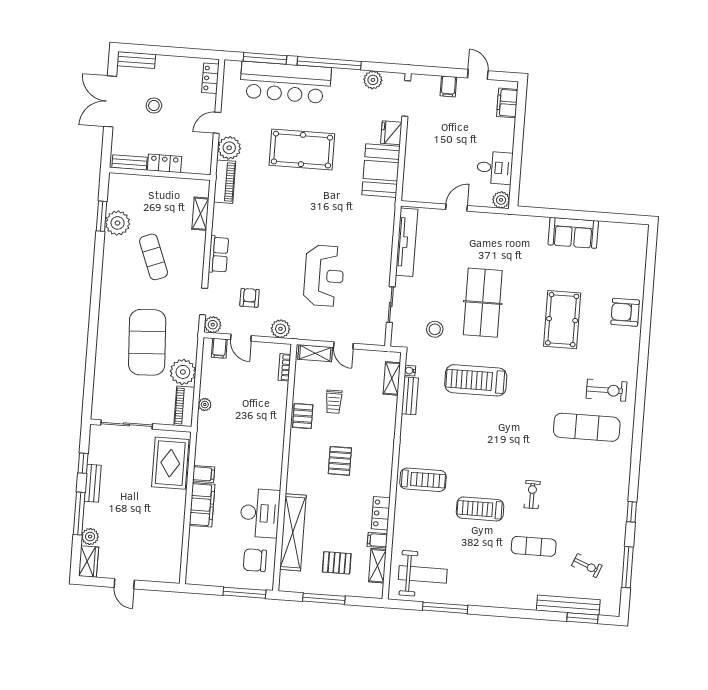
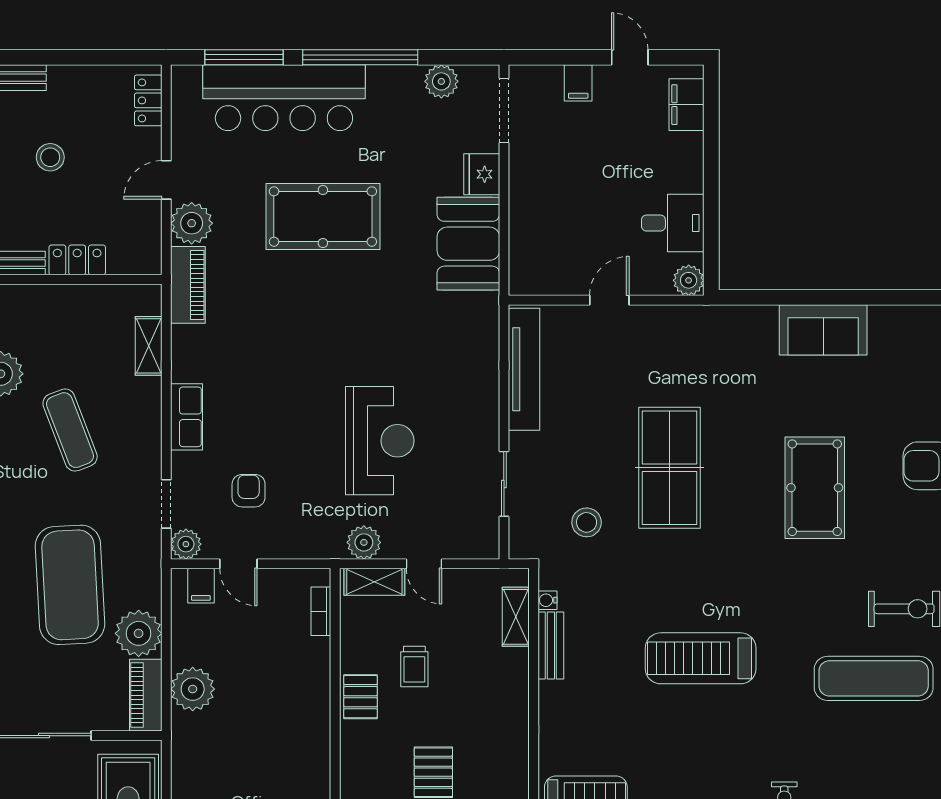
plant: (281, 329) -> (364, 542), moved
treadmill: (476, 380) -> (701, 658), moved
plant: (205, 404) -> (193, 689), width x1.88, depth x1.88

